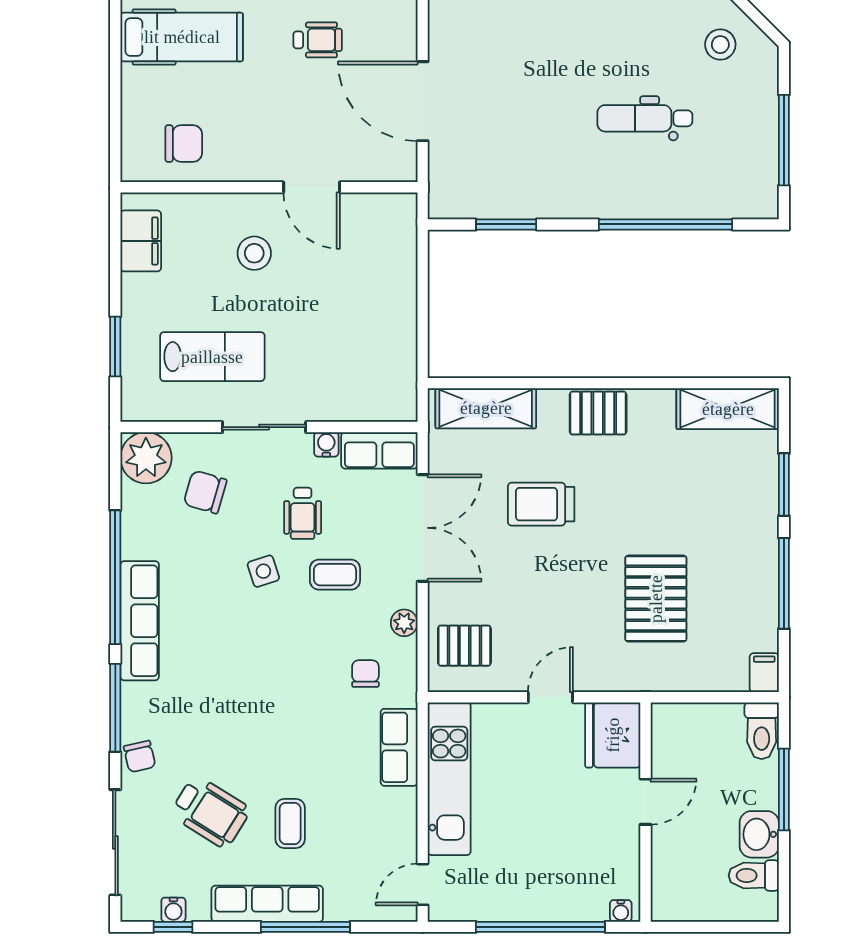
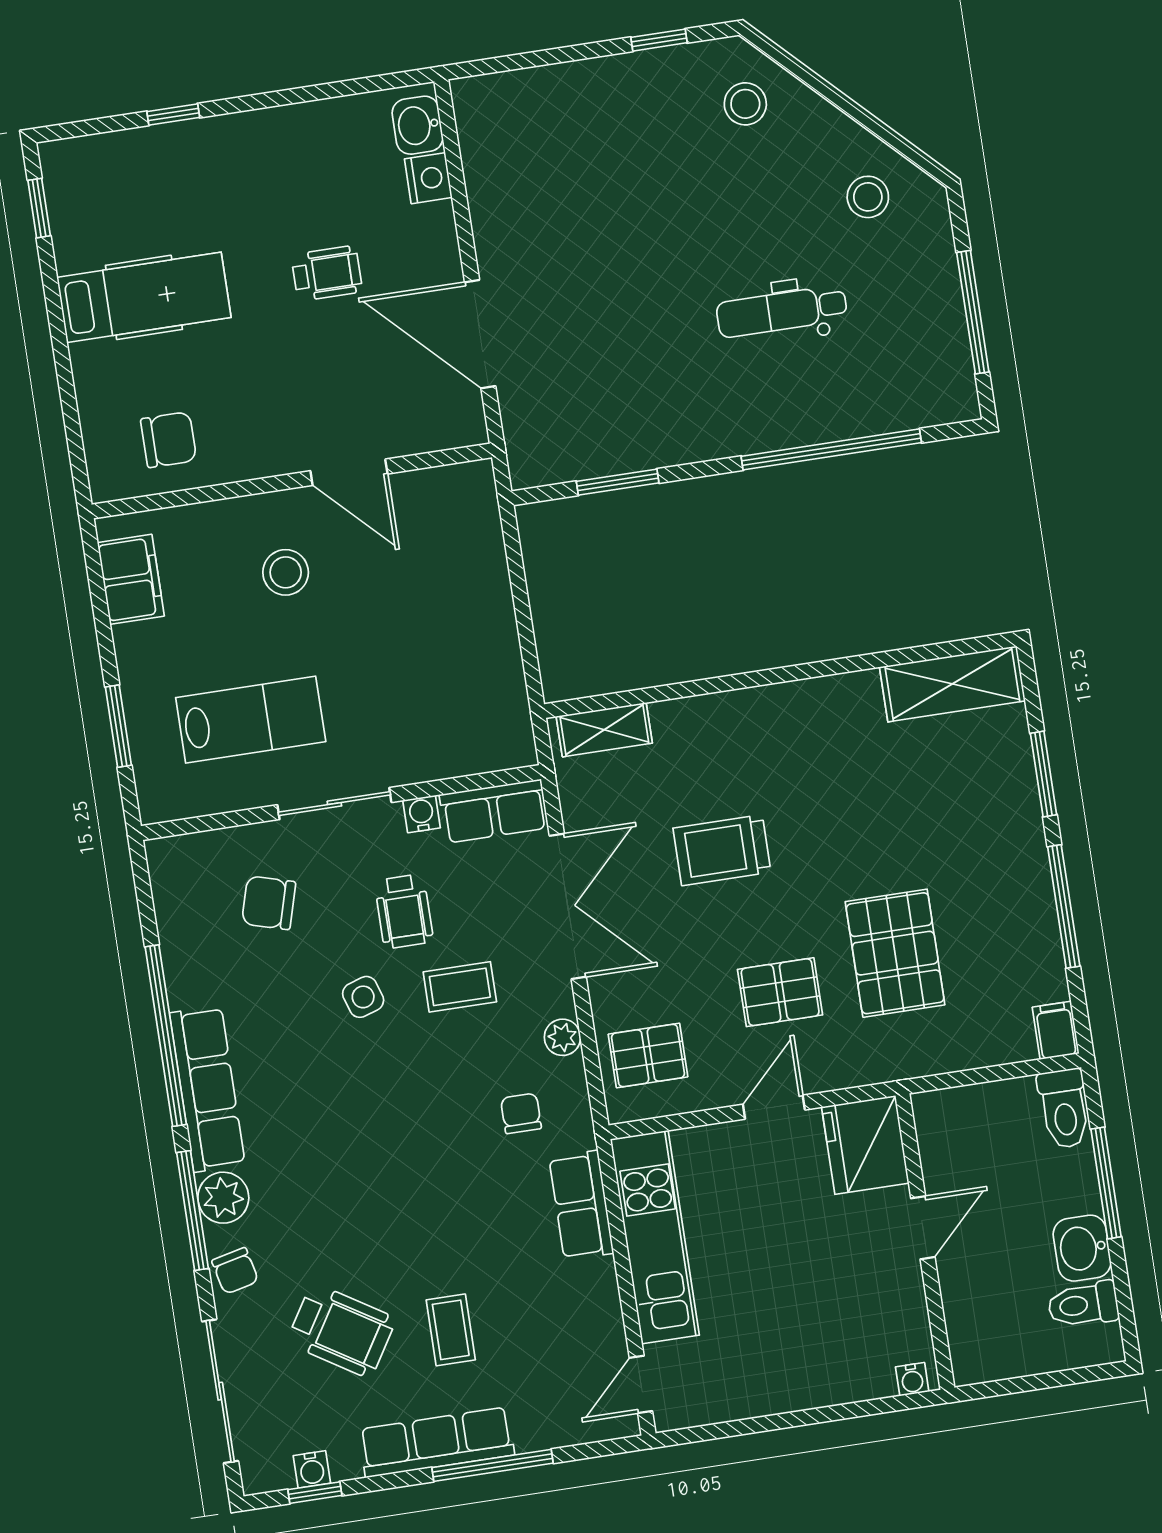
shelving: (486, 408) -> (604, 730), width x0.67, depth x0.75
pallet: (598, 413) -> (780, 992), moved
plant: (146, 458) -> (223, 1198), moved, width x0.73, depth x0.73
window: (540, 927) -> (808, 1417), removed

